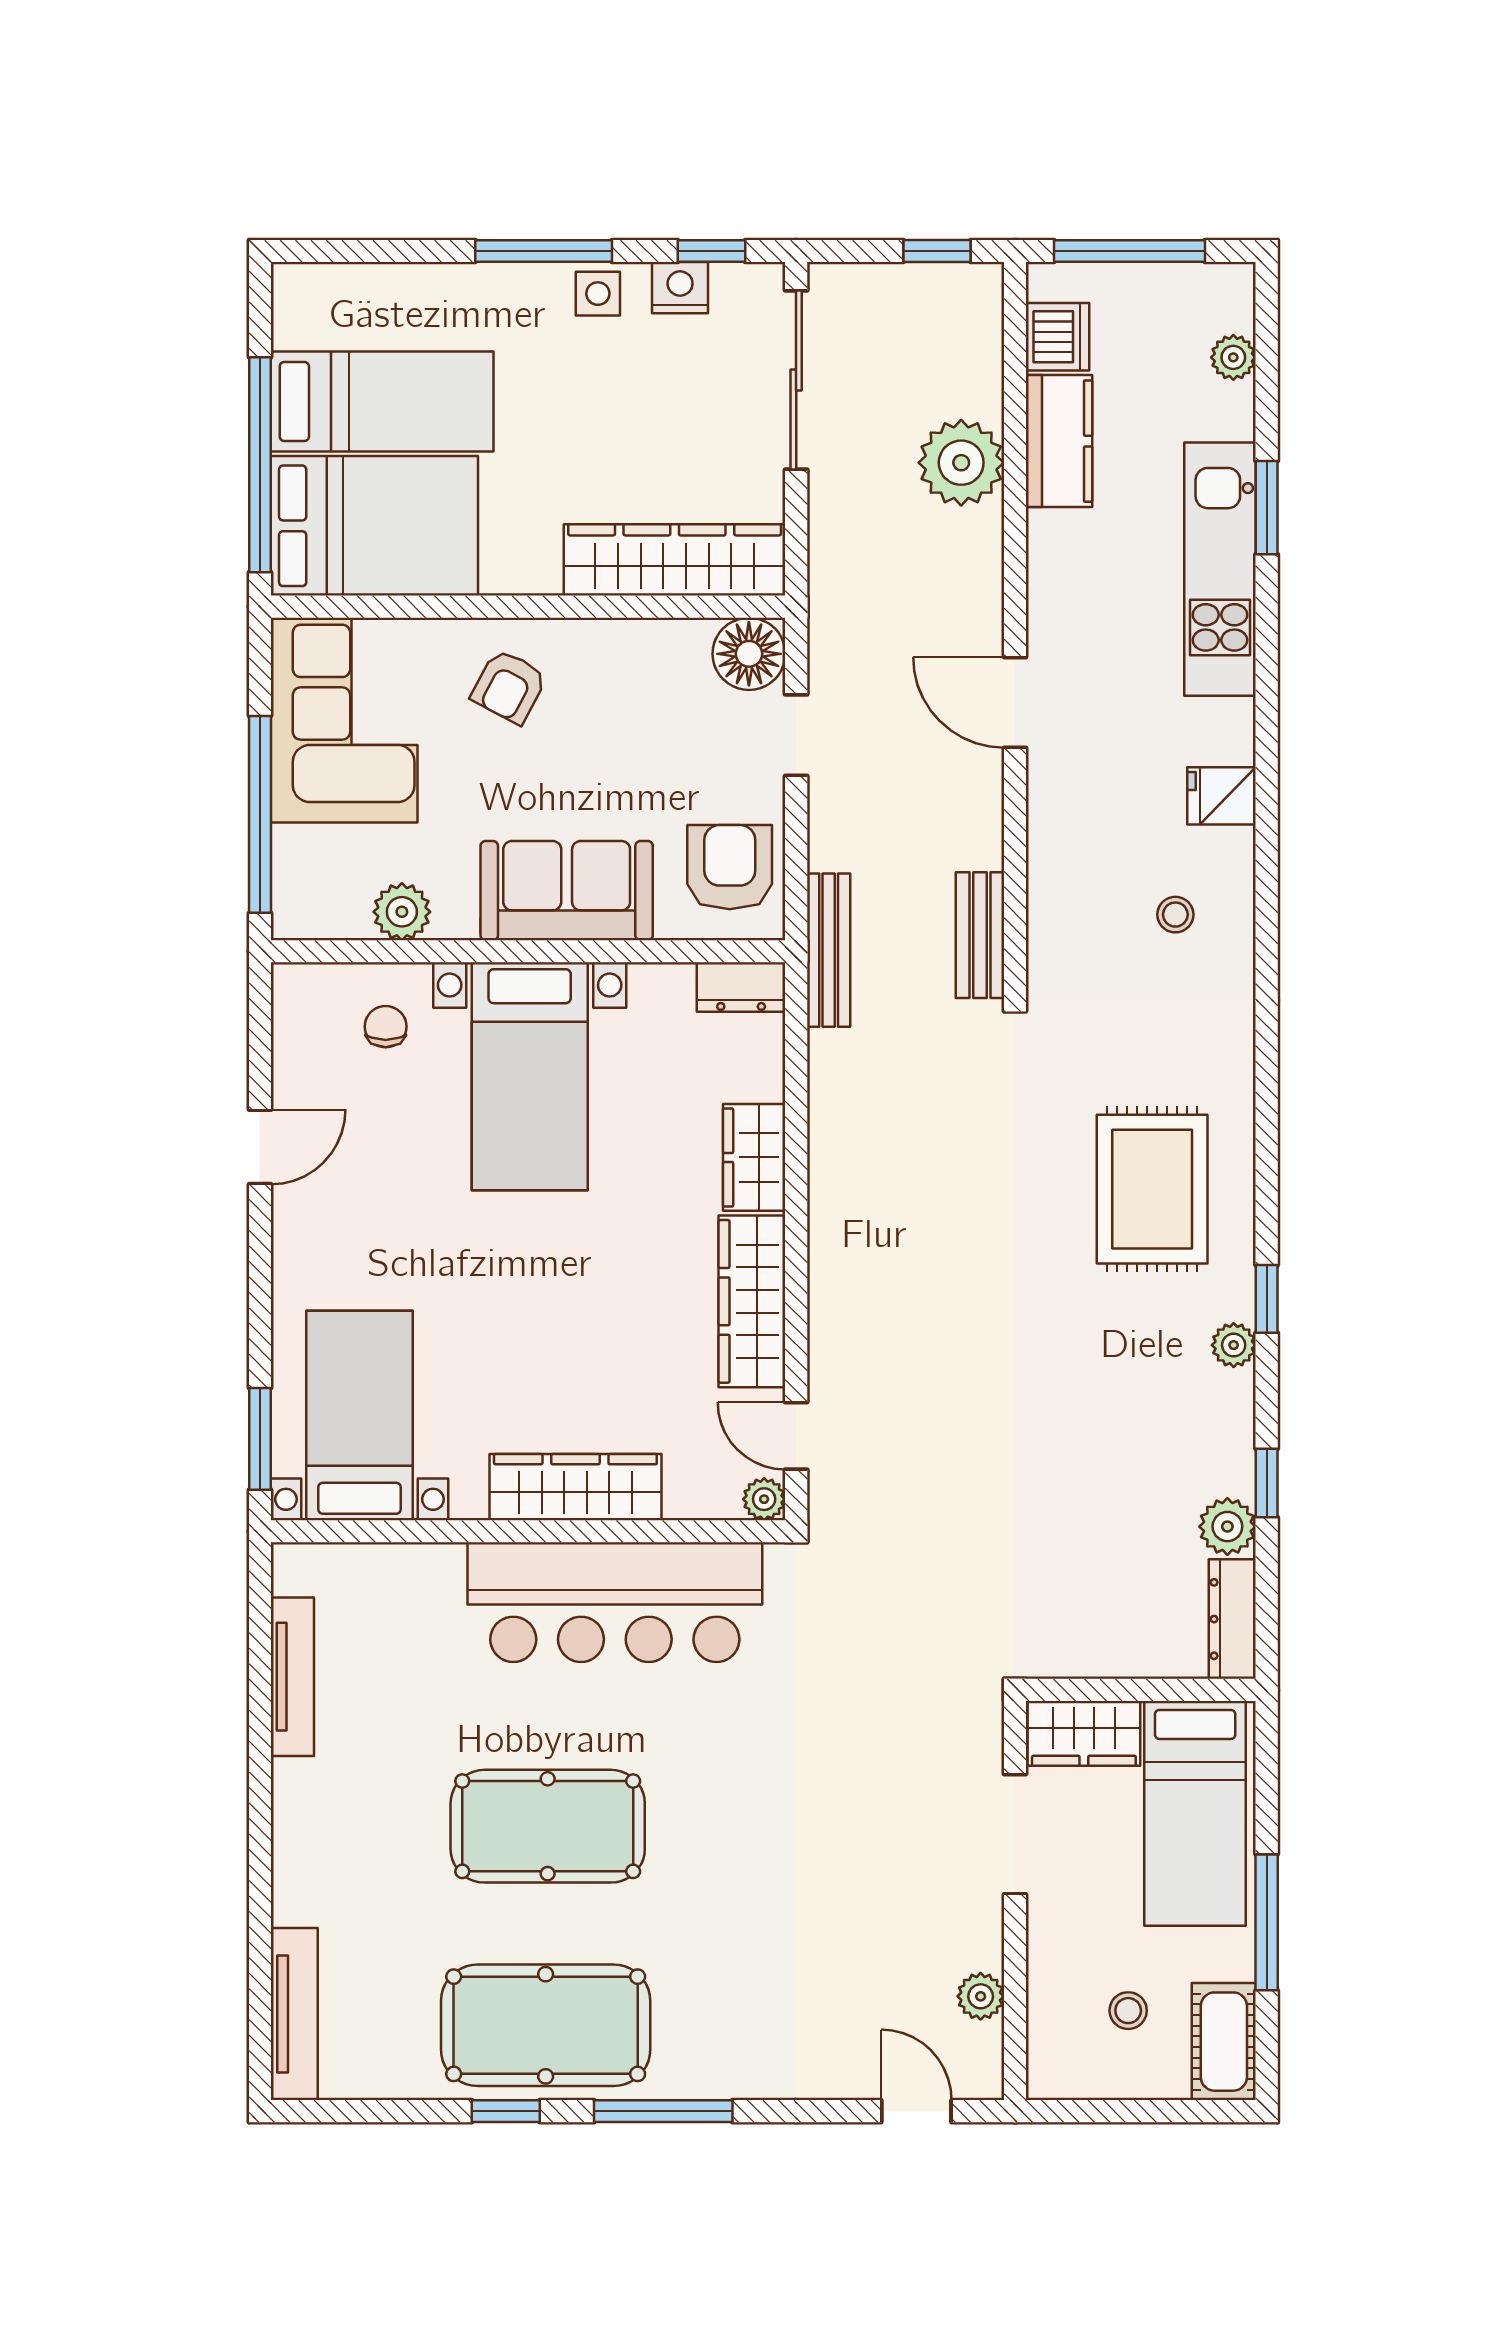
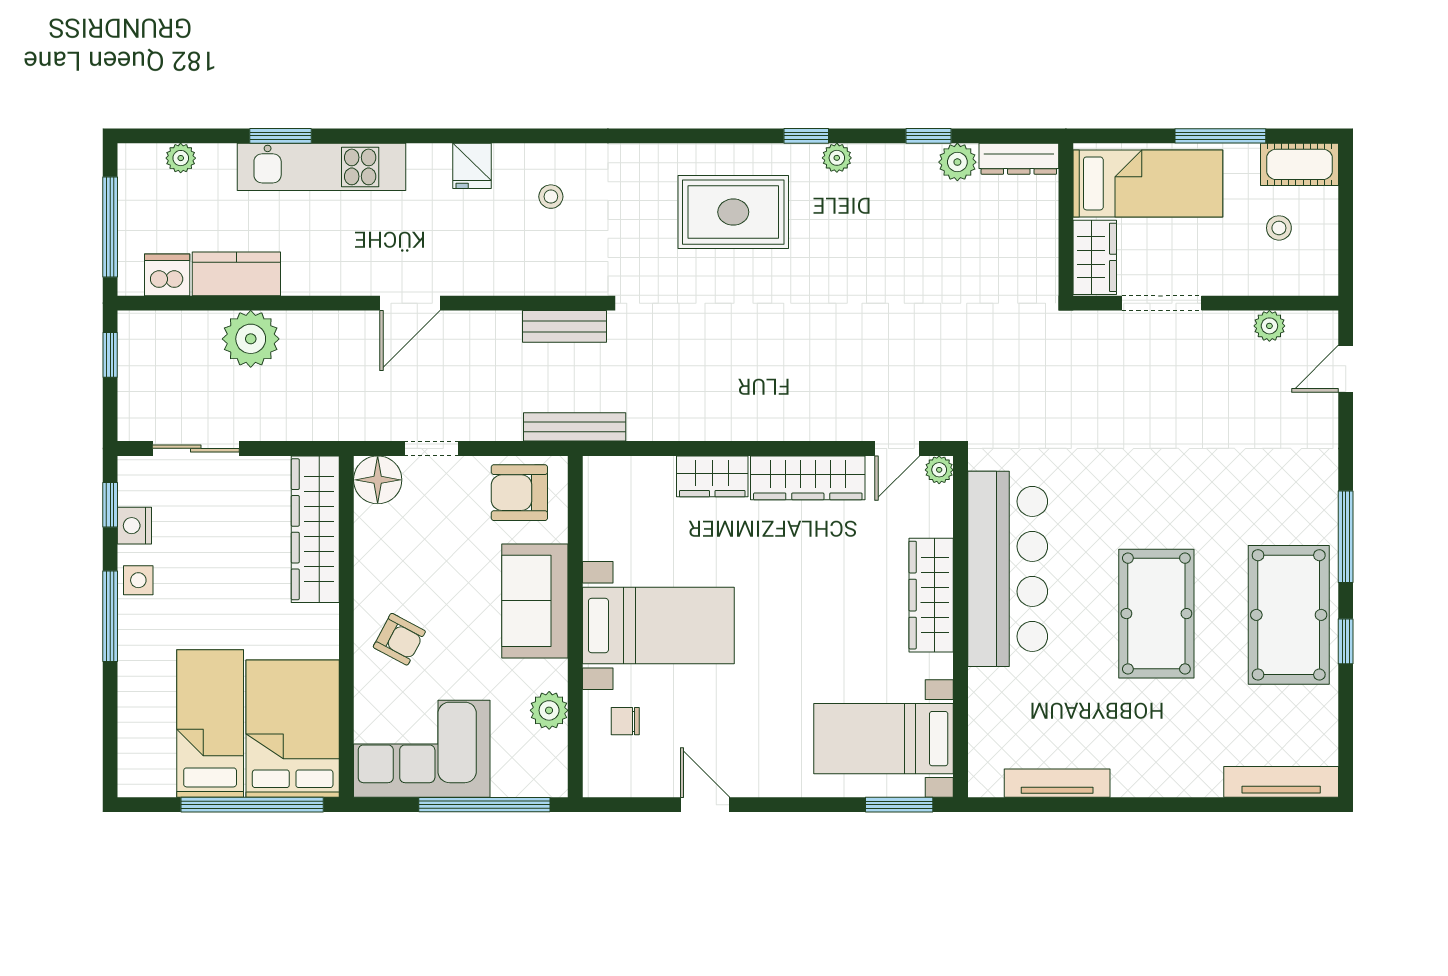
sliding door: (796, 380) -> (196, 448), width x0.73
dresser: (741, 987) -> (599, 485), removed

